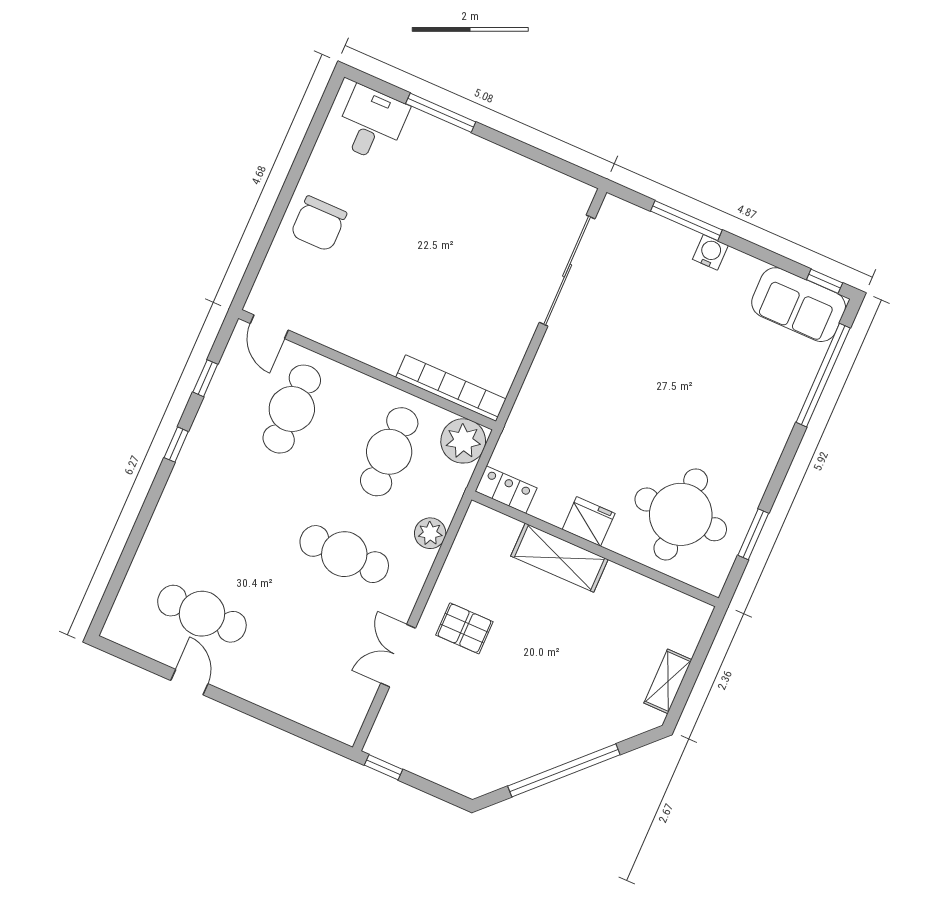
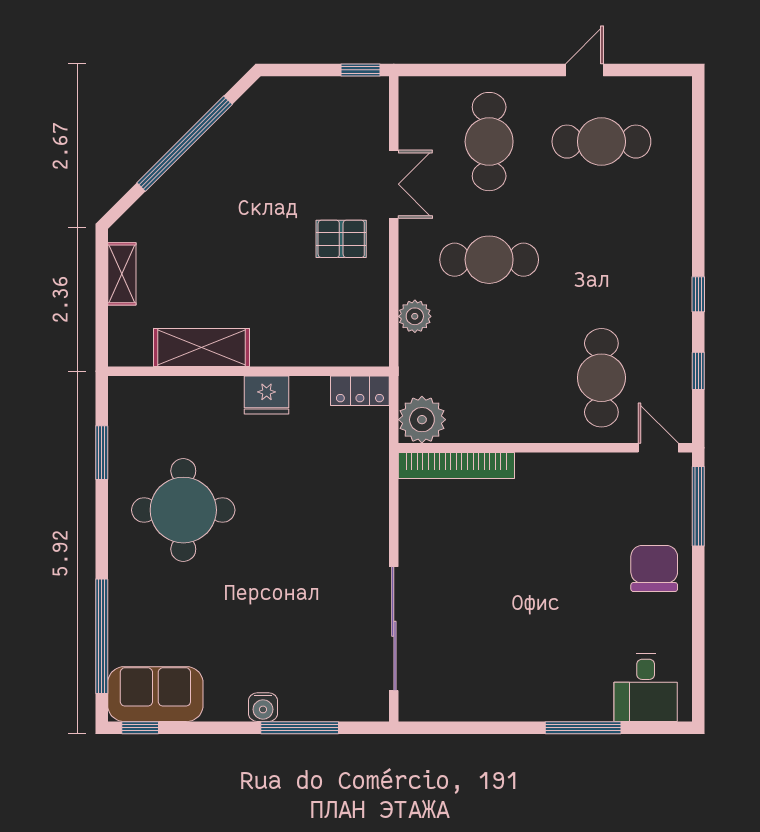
window: (257, 261) -> (698, 506), added
cafe table: (389, 452) -> (489, 142), moved
round table: (681, 514) -> (183, 510), moved
shelving: (559, 558) -> (202, 348), moved
door: (189, 682) -> (585, 70), swing flipped

